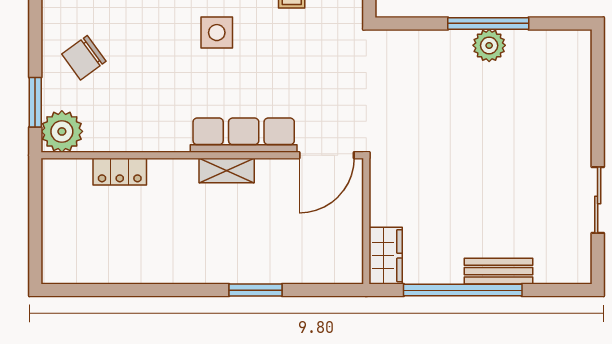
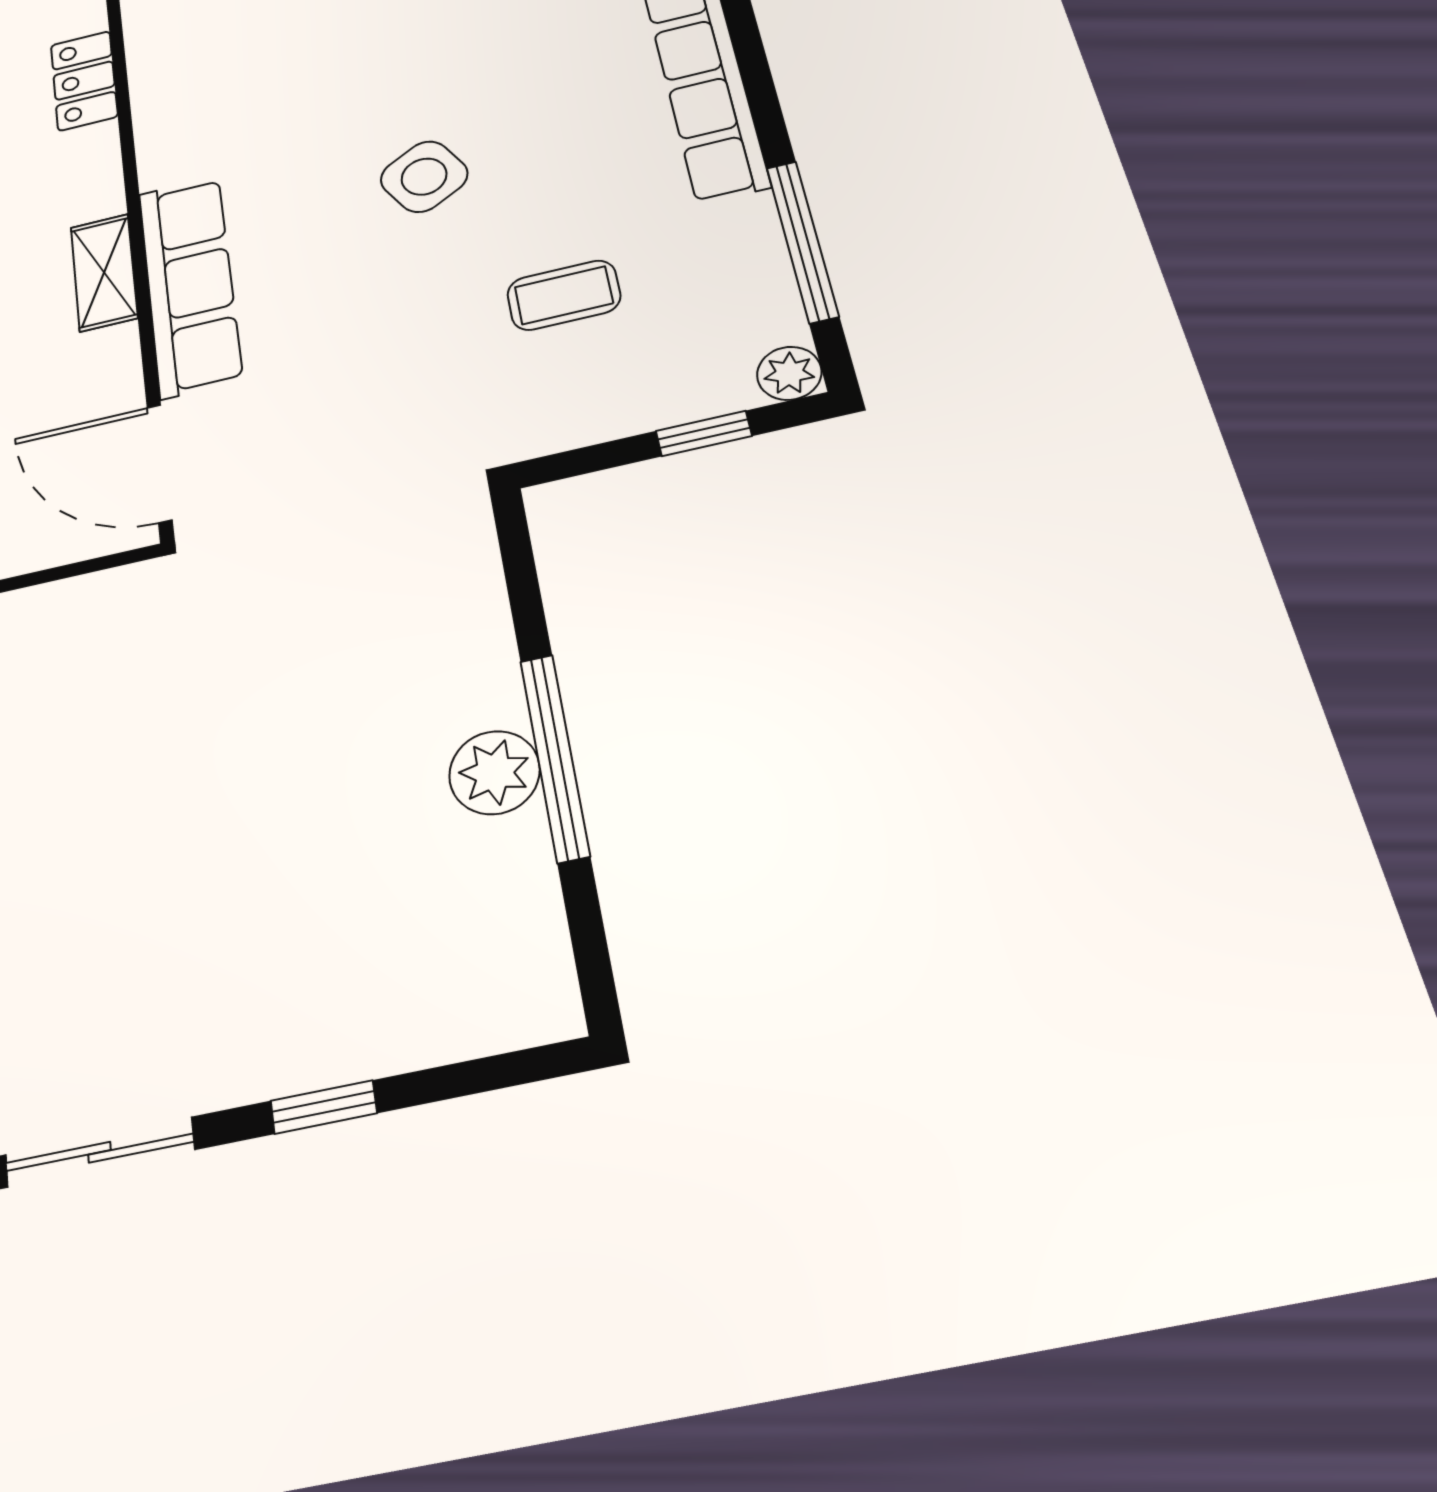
side table: (217, 33) -> (424, 177), turned -30
window: (598, 121) -> (324, 1107), added

